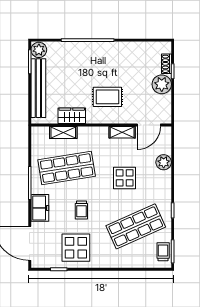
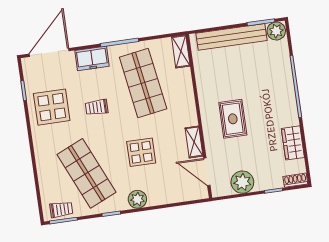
shoe rack: (166, 64) -> (295, 180), moved
plant: (162, 84) -> (242, 182), moved
wardrobe: (72, 116) -> (293, 143), moved, turned 180
shelving: (63, 132) -> (181, 51), moved
plant: (164, 162) -> (137, 199), moved

